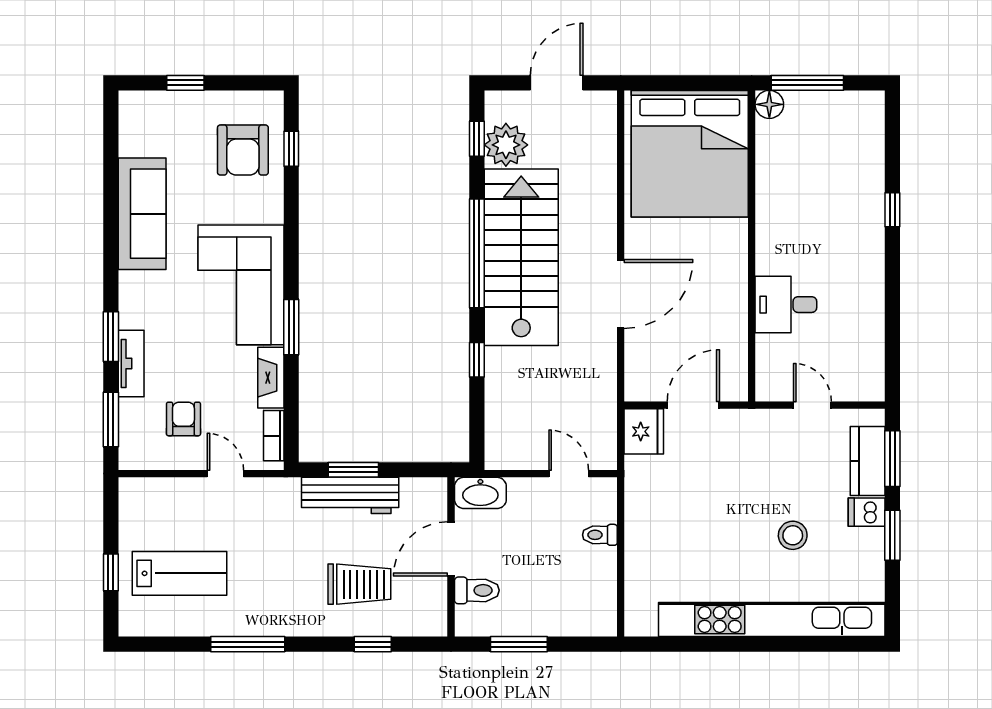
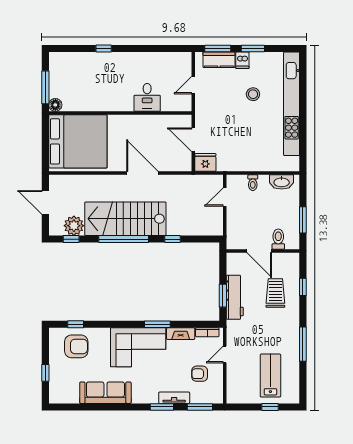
washbasin: (480, 493) -> (282, 182), moved, turned 90

